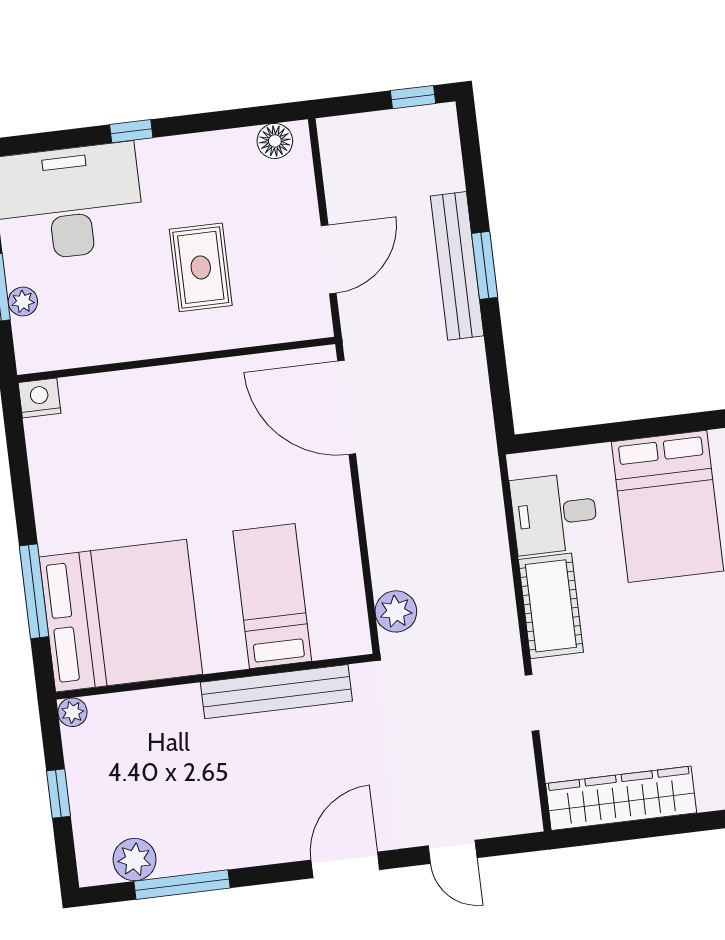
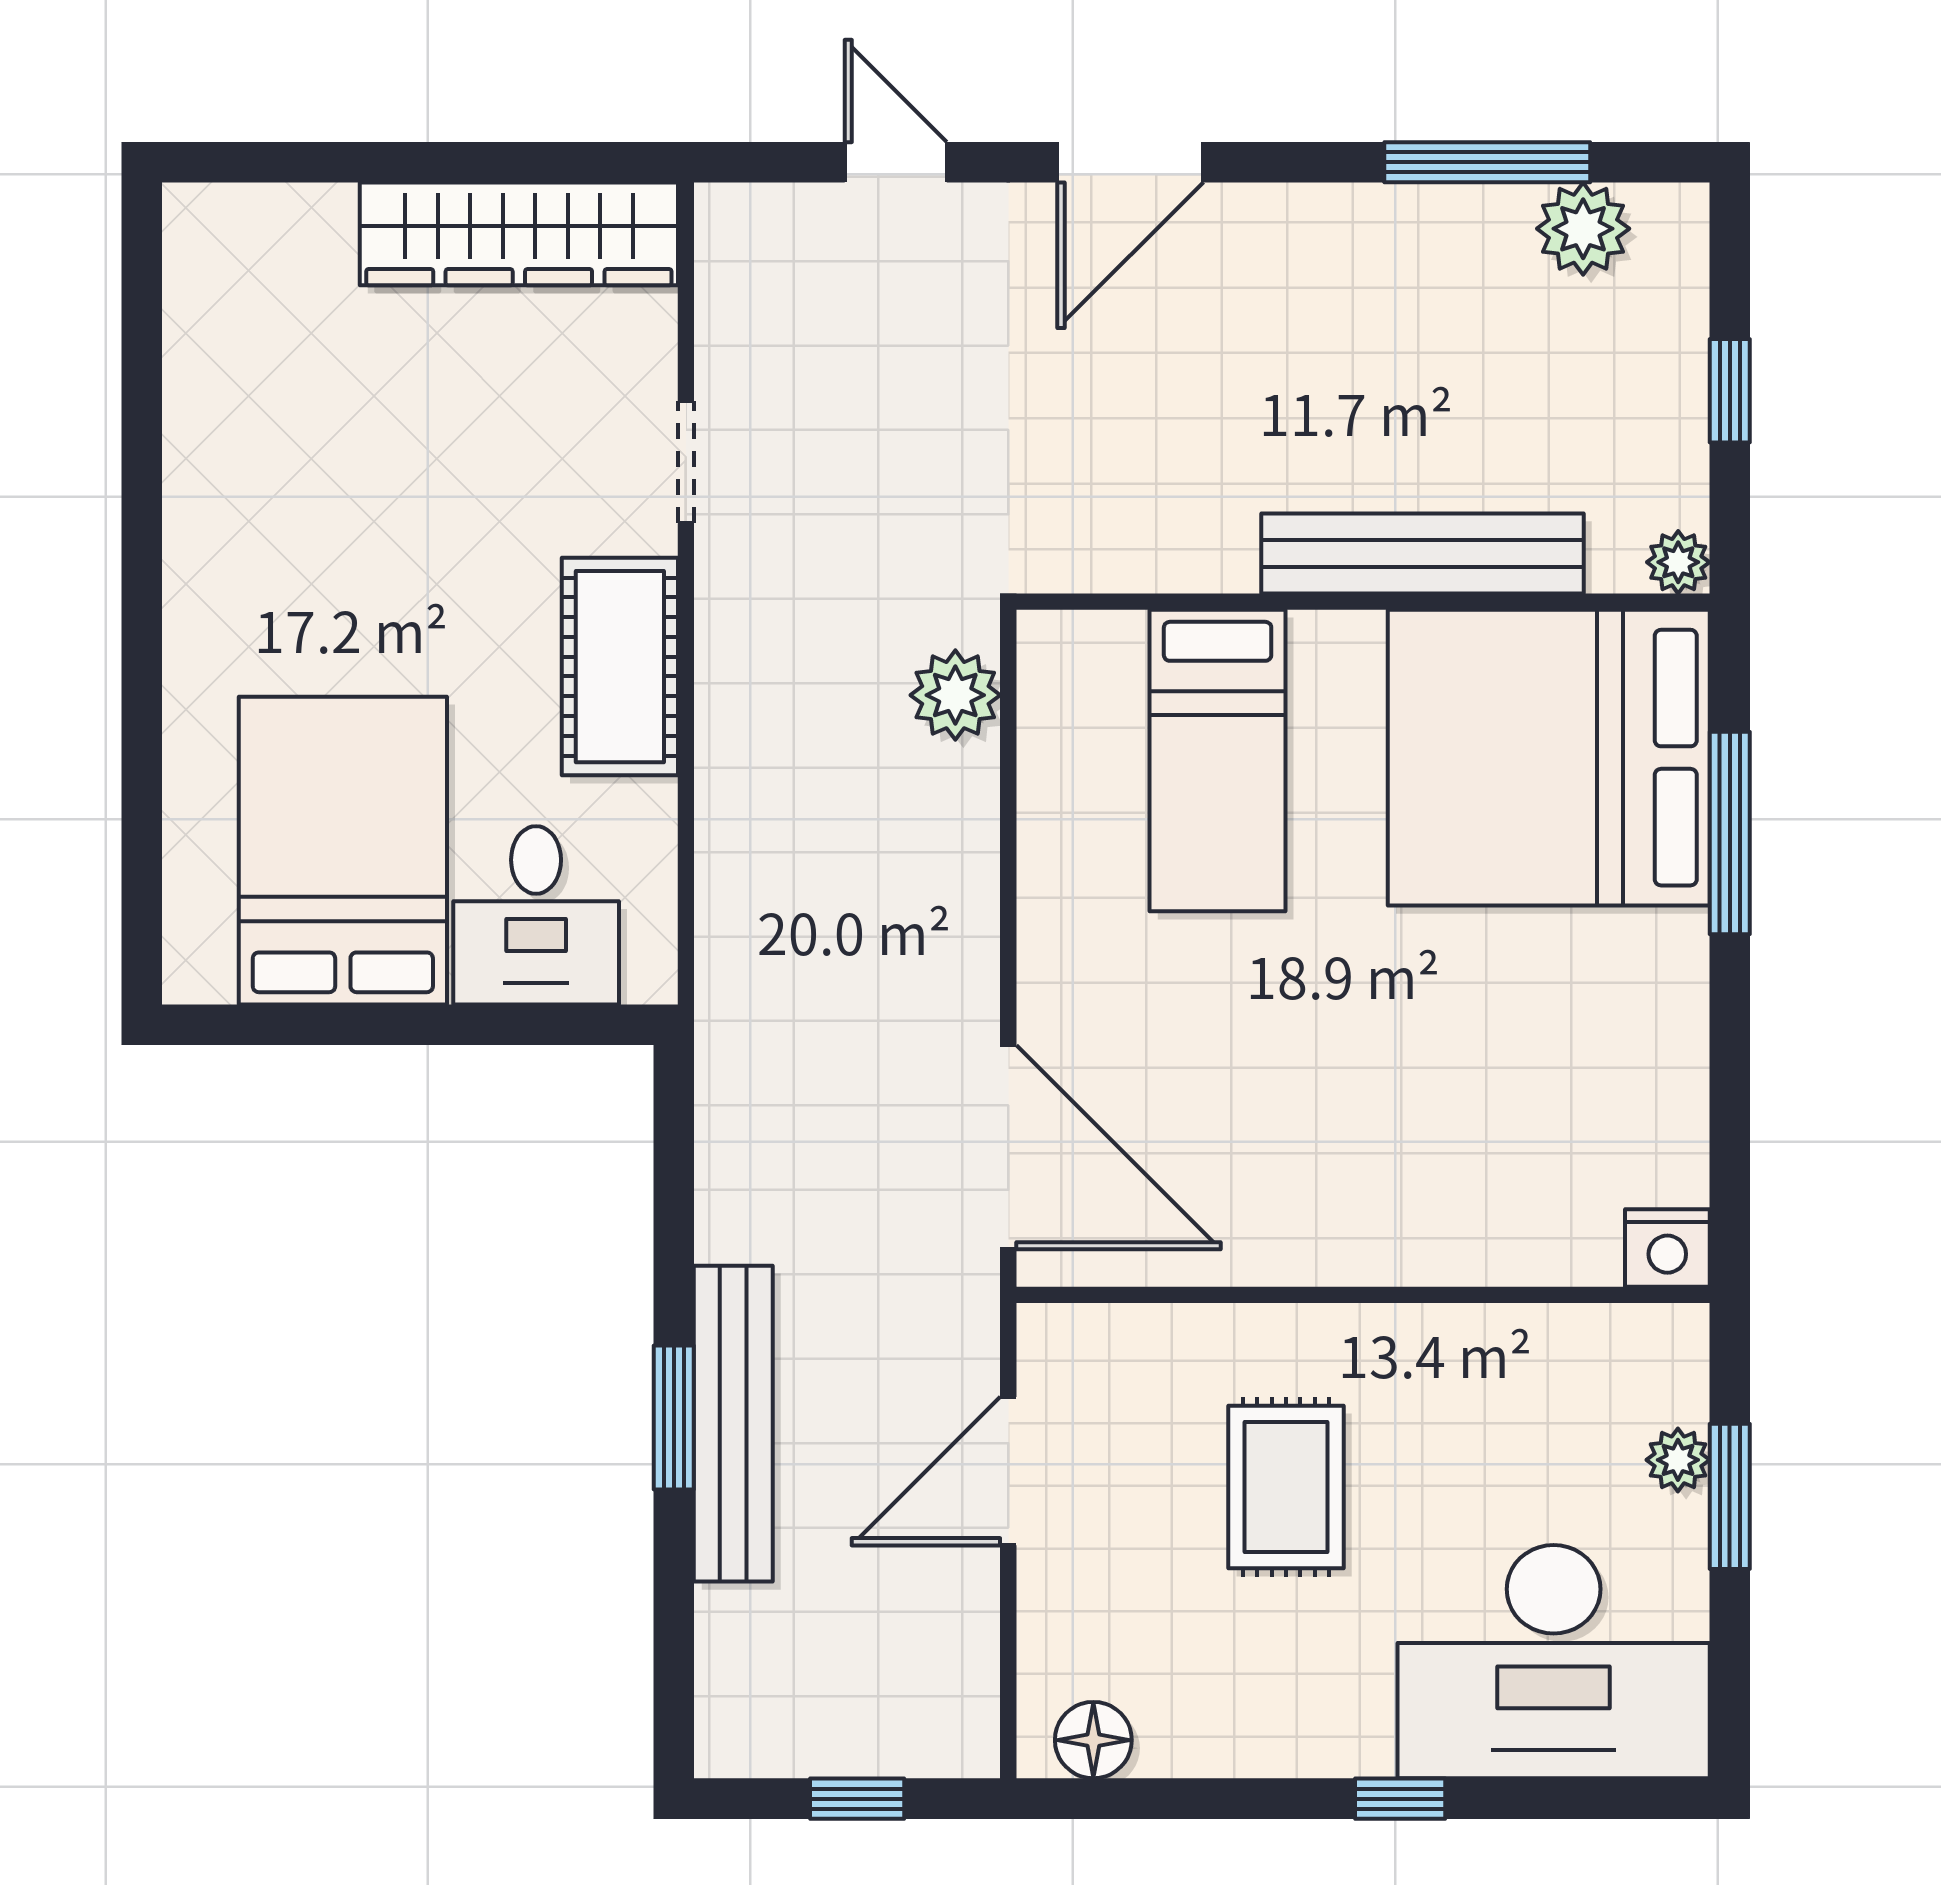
window: (413, 97) -> (857, 1799), moved
desk: (554, 514) -> (536, 915), moved, turned 90
bench: (276, 692) -> (1422, 553), moved

